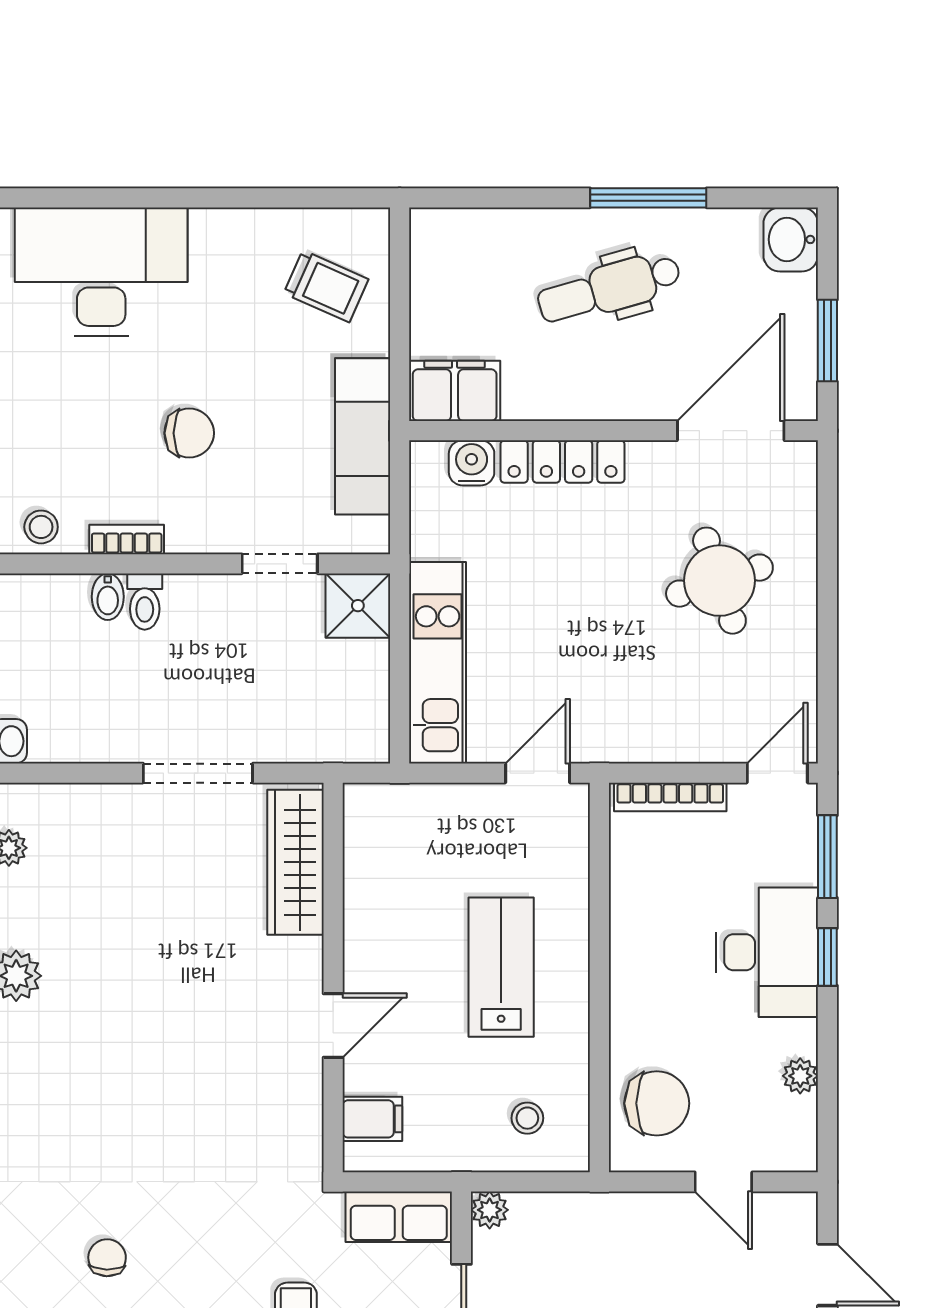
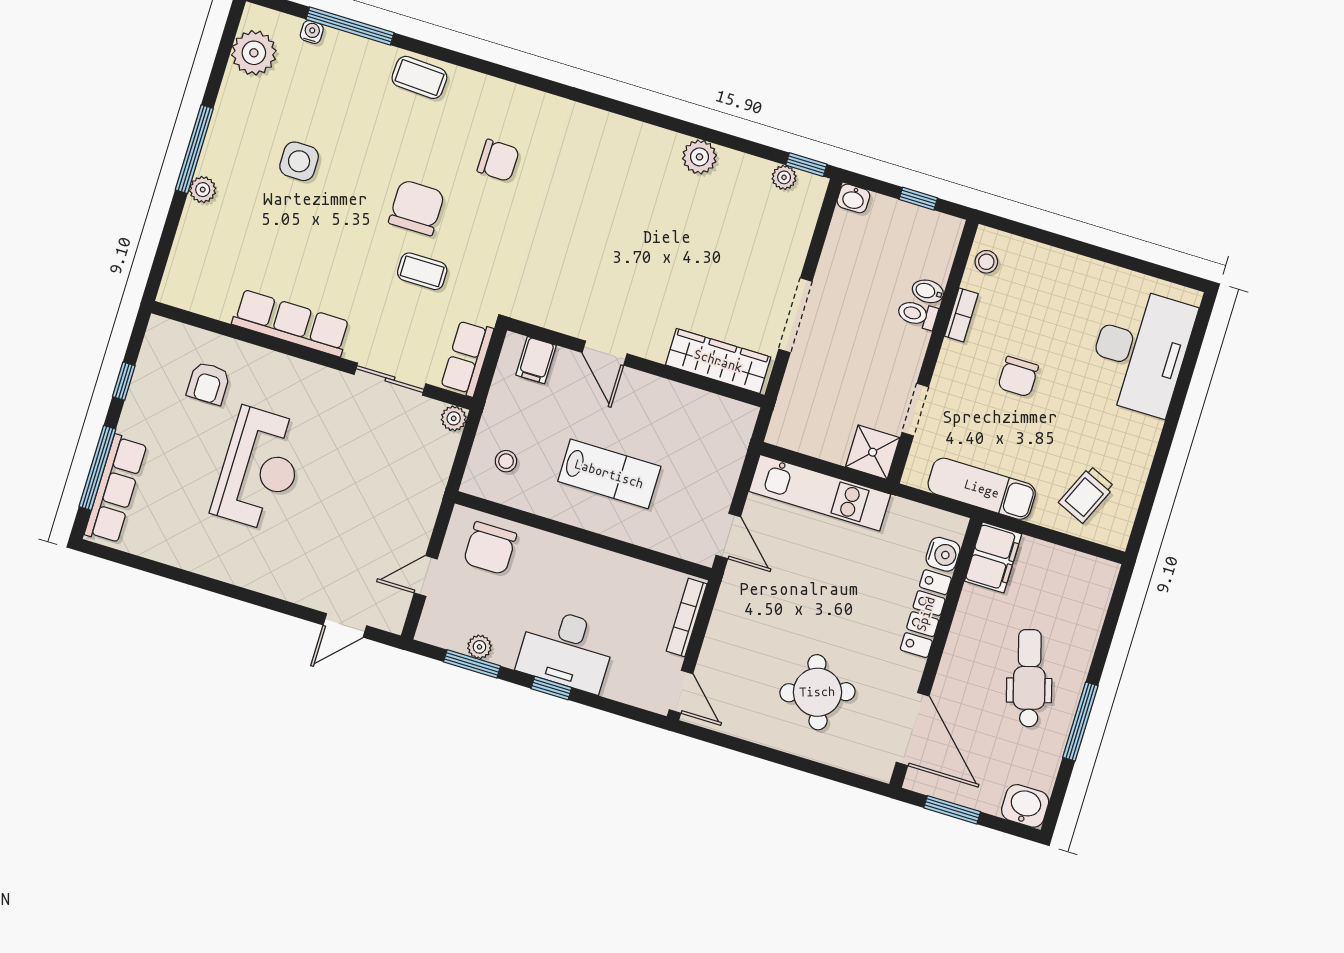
window: (827, 857) -> (472, 664), moved
chair: (107, 1258) -> (498, 160), width x1.37, depth x1.37

